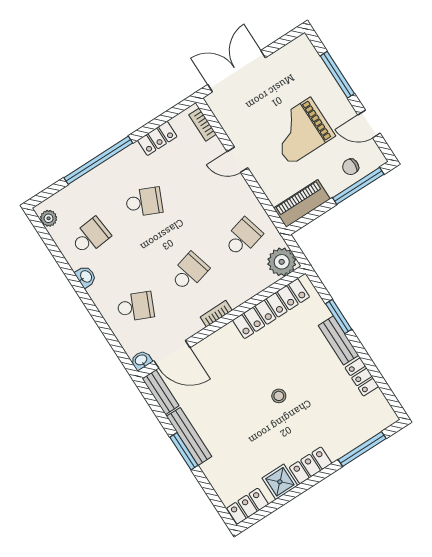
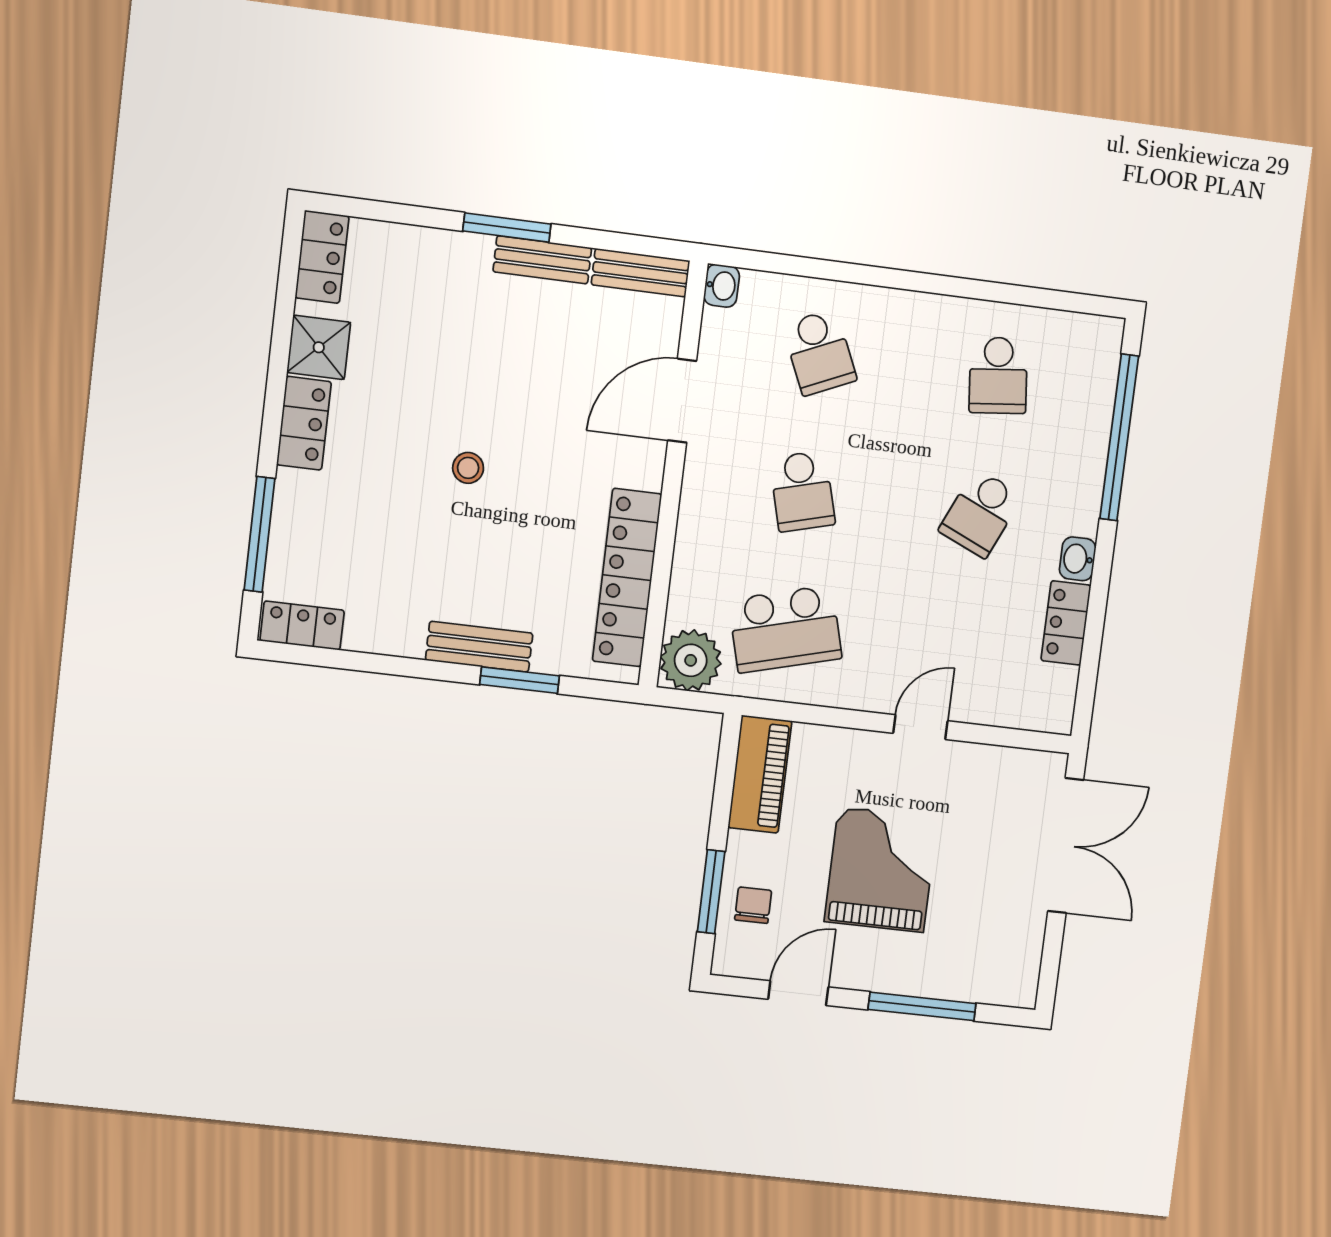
bookcase: (203, 125) -> (1026, 717), removed
window: (98, 160) -> (1119, 437), moved
window: (358, 186) -> (711, 892), width x0.69
plant: (49, 218) -> (1086, 331), removed
school desk: (243, 237) -> (785, 629), width x1.85
washbasin: (86, 277) -> (1078, 559), moved, turned 90
school desk: (136, 307) -> (819, 352), turned -48
bookcase: (216, 314) -> (695, 478), removed
door: (172, 354) -> (682, 401), moved
locker: (362, 377) -> (302, 625), moved
bench: (189, 436) -> (542, 260), width x0.73

